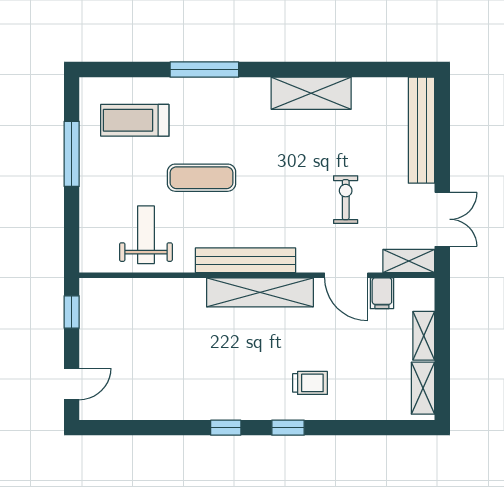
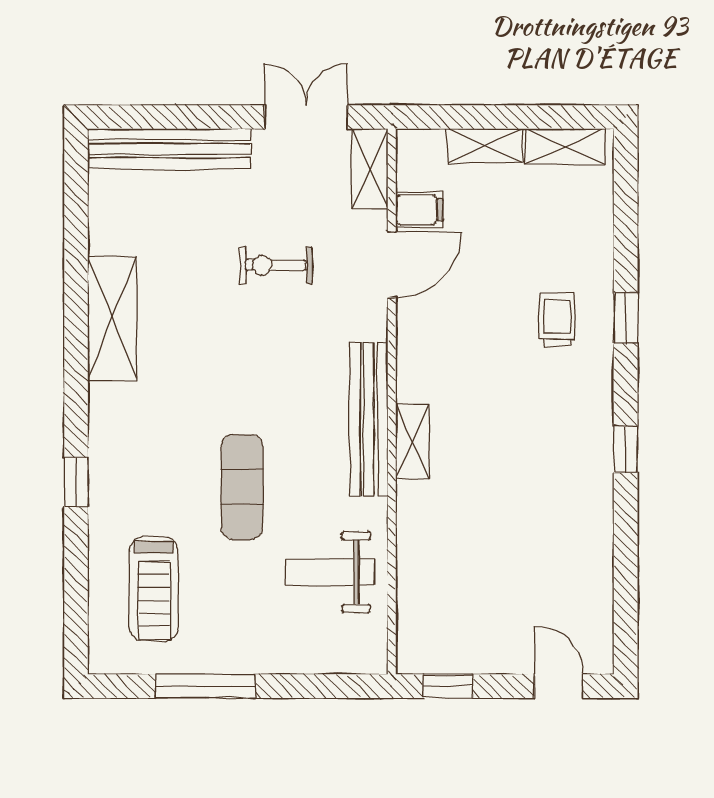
window: (204, 70) -> (76, 482), width x0.46
shelving: (260, 292) -> (412, 442), width x0.45, depth x0.75
window: (288, 428) -> (626, 318), moved

